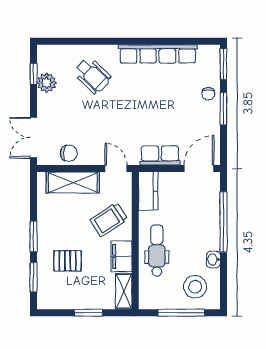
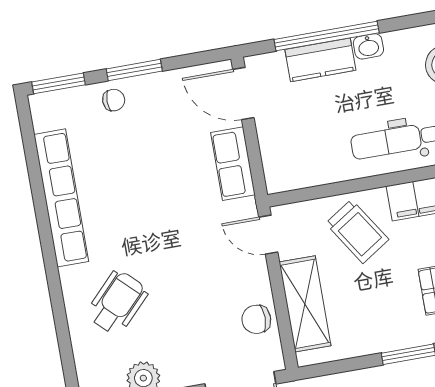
chair: (69, 153) -> (256, 319), turned -96
door: (116, 169) -> (268, 235), hinge flipped
kitchen counter: (148, 191) -> (320, 60), moved, turned 180
washbasin: (213, 259) -> (368, 46), moved

